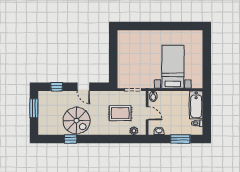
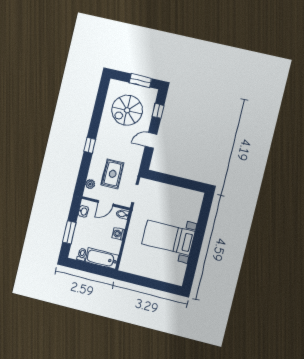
bed with nightstands: (173, 67) -> (168, 238), moved, turned 180
washing machine: (171, 96) -> (118, 234), added
spiral stairs: (77, 120) -> (127, 110), moved
window: (71, 139) -> (90, 145), moved

